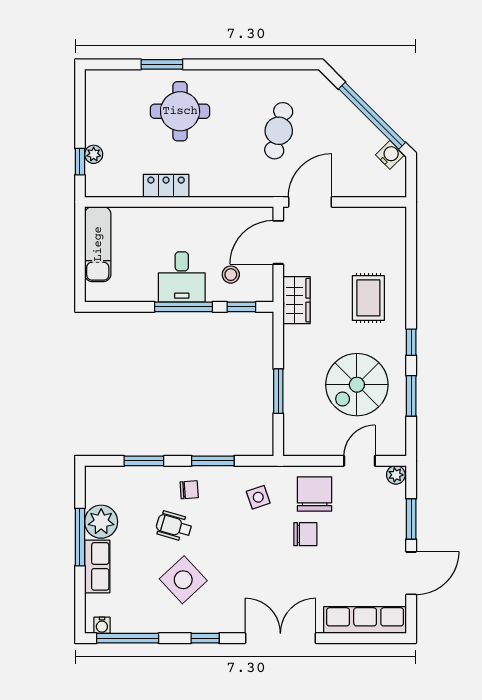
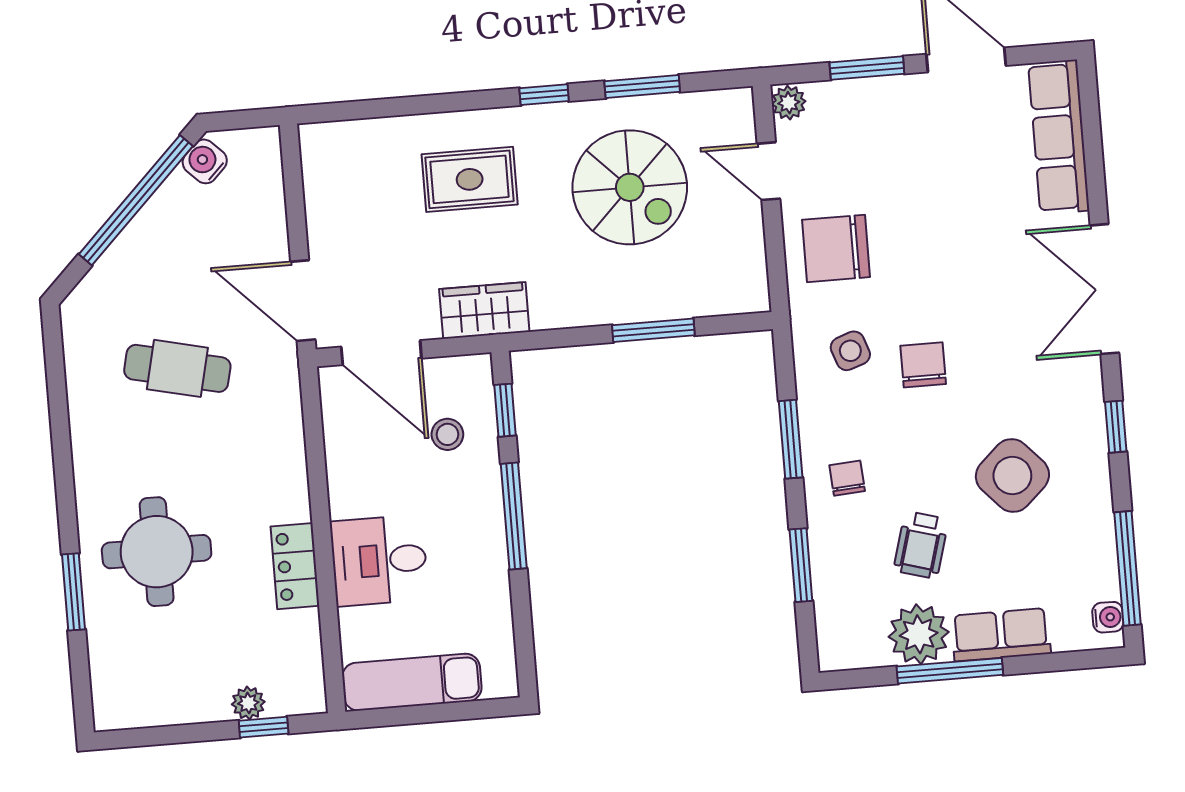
desk: (182, 277) -> (379, 560), moved, turned 180
wheelchair: (174, 526) -> (921, 545), moved
chair: (305, 534) -> (923, 365), moved

